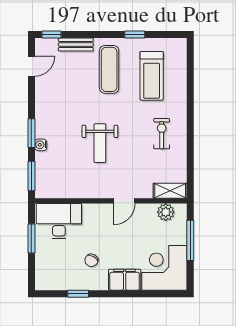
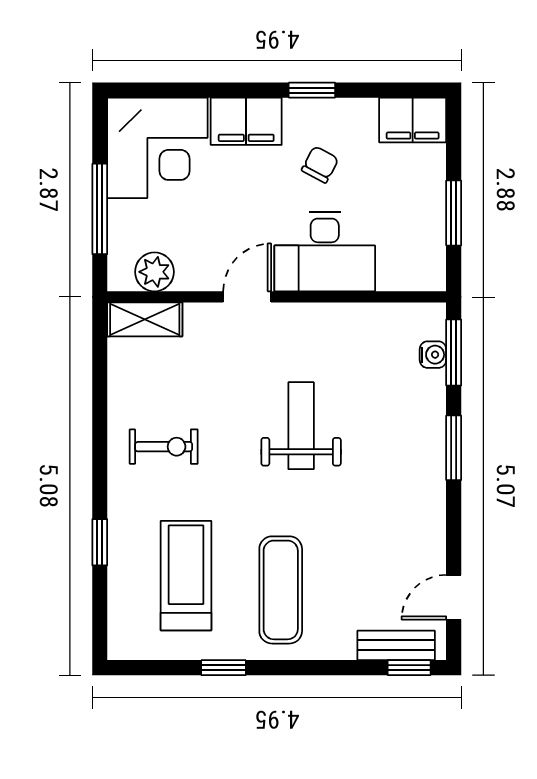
bench: (76, 44) -> (396, 645), moved
window: (190, 91) -> (100, 542), added
exercise bike: (162, 134) -> (164, 447), turned -90
water cooler: (41, 145) -> (433, 355), moved
desk: (59, 221) -> (325, 252), moved
filing cabinet: (50, 280) -> (413, 120), added
window: (78, 294) -> (312, 90), moved

